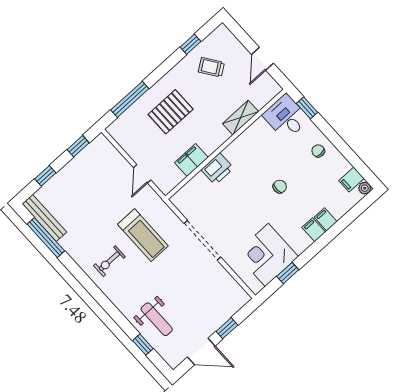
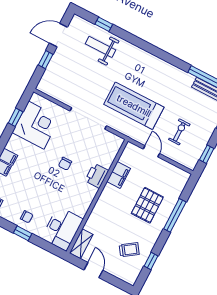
window: (130, 99) -> (175, 215), moved
window: (307, 108) -> (23, 233), moved
desk: (286, 117) -> (62, 229), width x1.37
shelving: (241, 118) -> (81, 244), moved
chair: (280, 187) -> (65, 164), moved
treadmill: (143, 235) -> (134, 106), width x1.37, depth x1.38
exercise bike: (109, 261) -> (179, 132), moved

